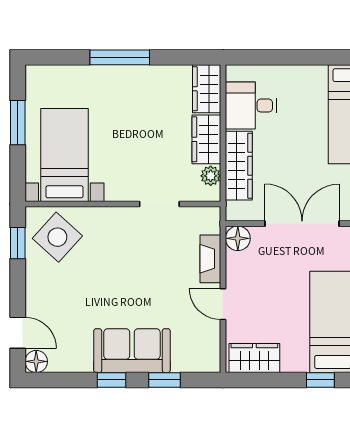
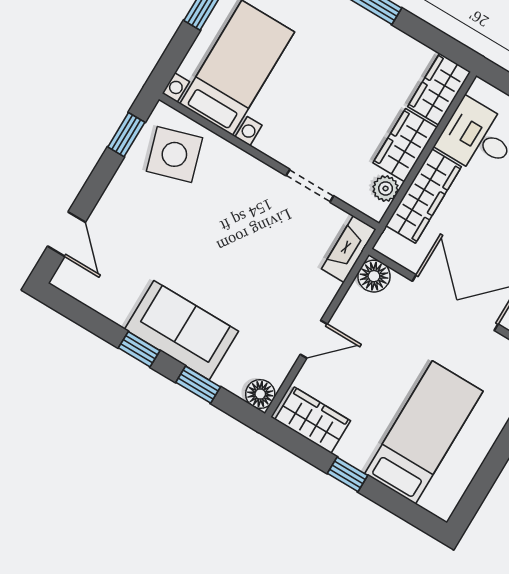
side table: (57, 237) -> (174, 154), turned 31
fireplace: (210, 259) -> (349, 249), moved
door: (223, 304) -> (314, 339), swing flipped
floor lamp: (36, 361) -> (260, 394), moved
window: (320, 380) -> (348, 474), moved

